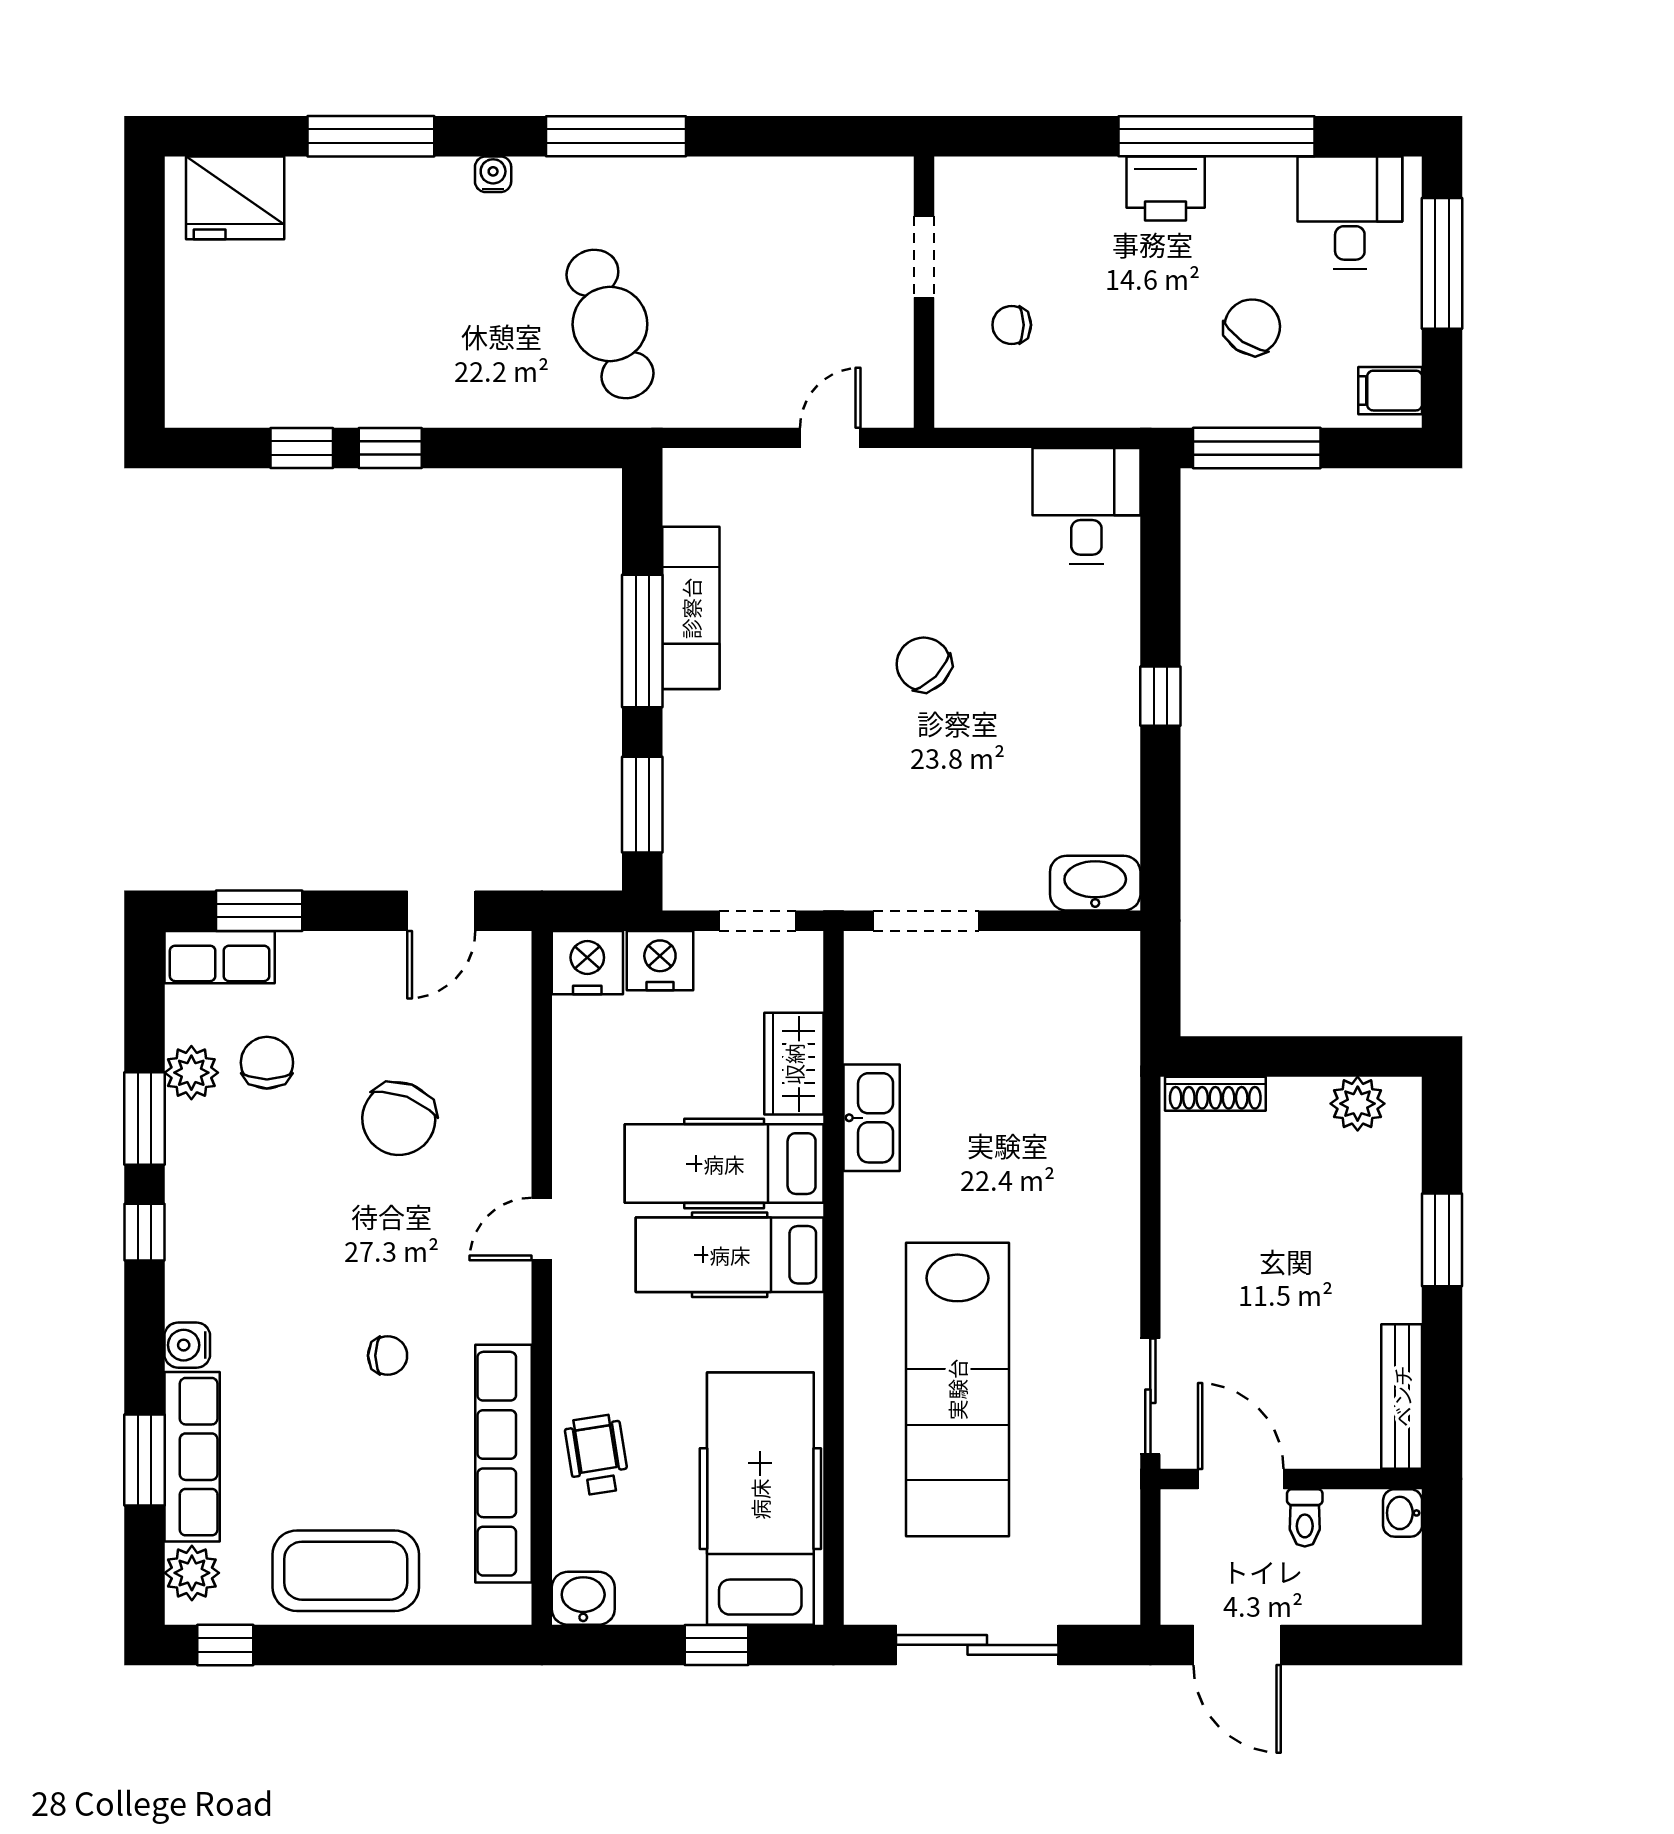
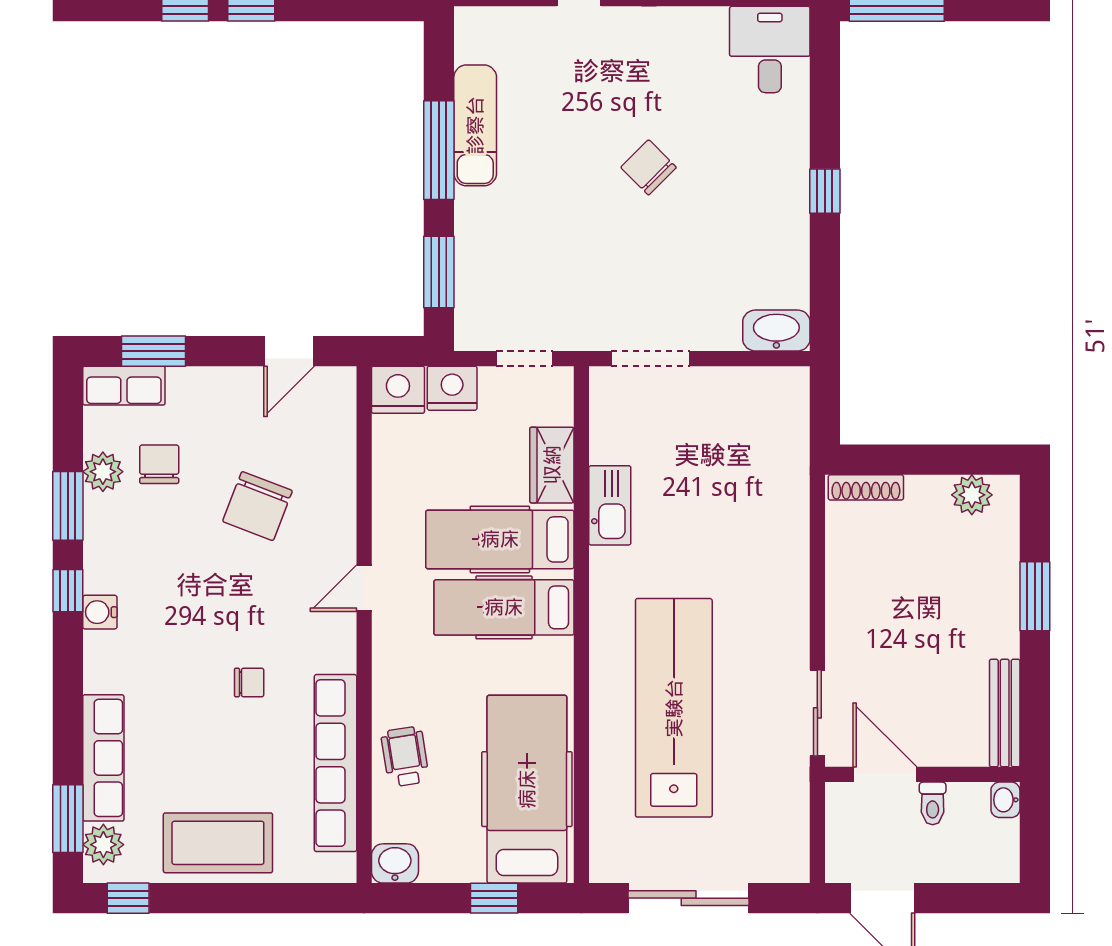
water cooler: (187, 1345) -> (100, 612), moved
lab bench: (957, 1389) -> (674, 708), turned 180
window: (144, 1460) -> (68, 819), moved

